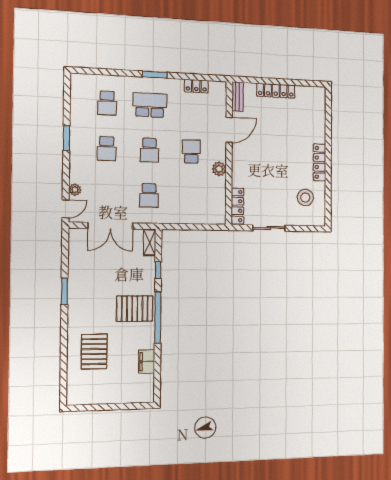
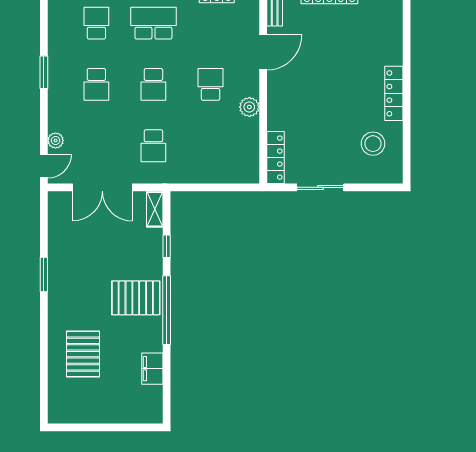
school desk: (107, 103) -> (96, 23), turned 180

